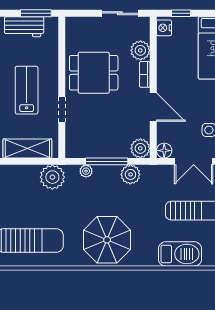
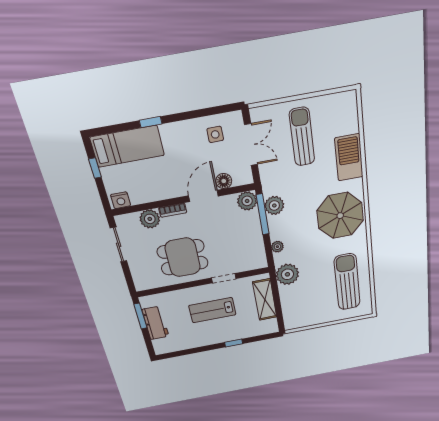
window: (181, 13) -> (95, 168), moved
dining table: (94, 73) -> (183, 257), turned 90
floor lamp: (164, 151) -> (224, 181), moved
window: (107, 161) -> (263, 214), moved
barbecue: (180, 254) -> (349, 157), moved

